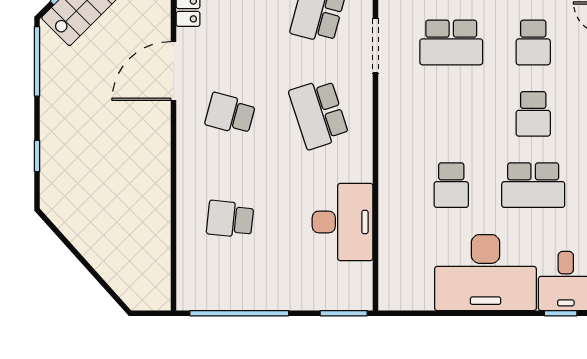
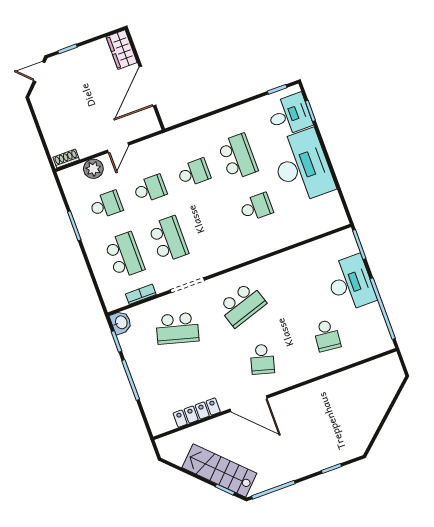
desk: (343, 222) -> (350, 283), moved, turned 90

